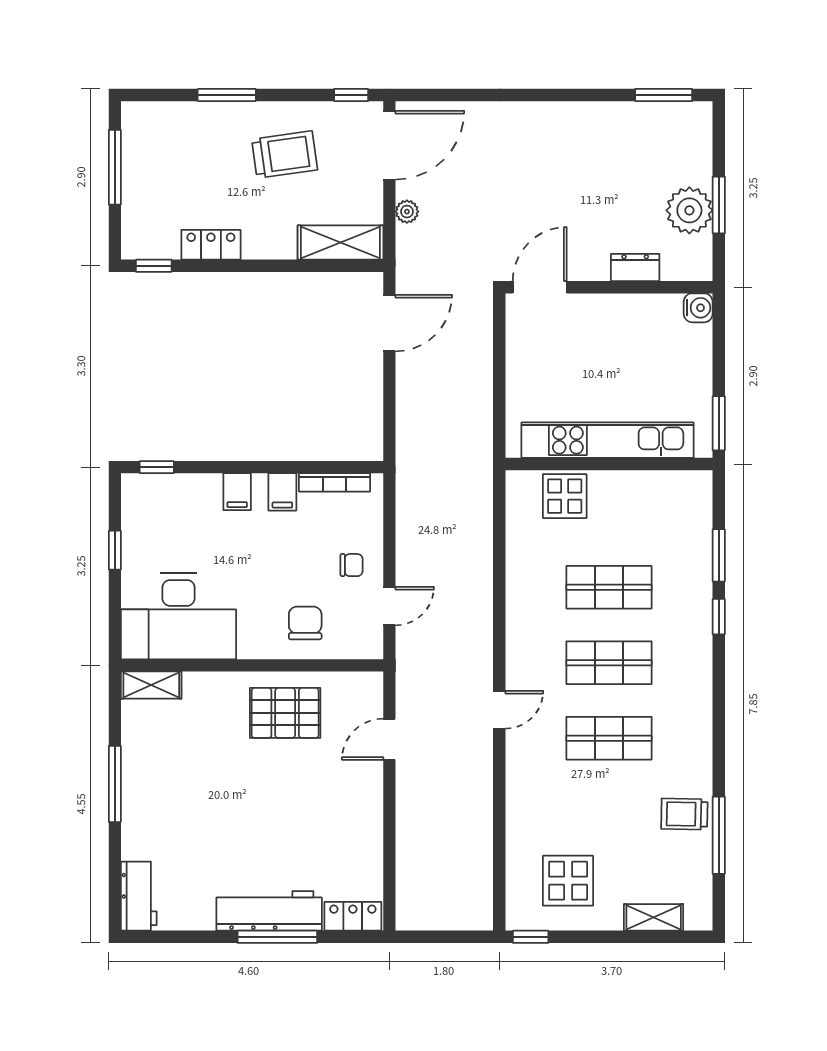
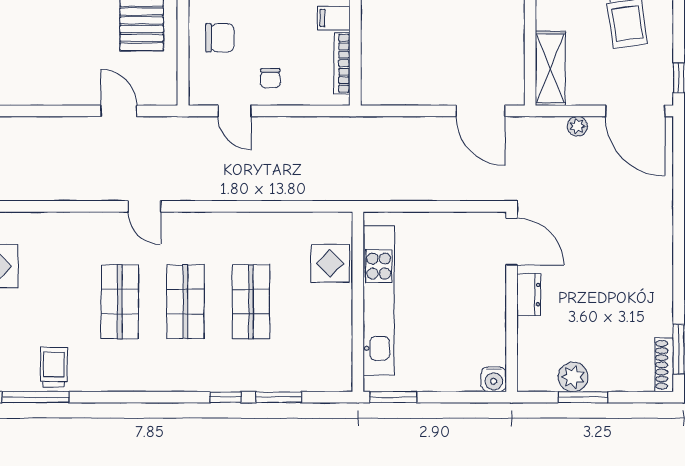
shoe rack: (682, 112) -> (664, 365), added
plant: (689, 210) -> (573, 377), width x0.73, depth x0.73
dresser: (635, 267) -> (529, 295), moved

